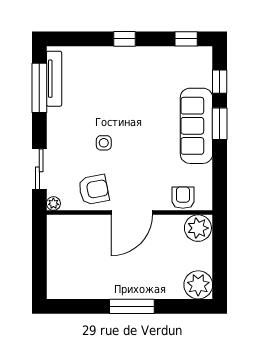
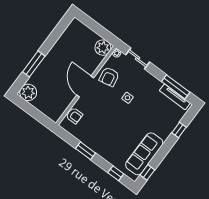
window: (125, 39) -> (179, 130), moved
window: (220, 124) -> (85, 151), moved
sofa: (196, 126) -> (144, 154), moved, turned -90
plant: (198, 228) -> (103, 48), moved
window: (132, 306) -> (34, 64), moved

